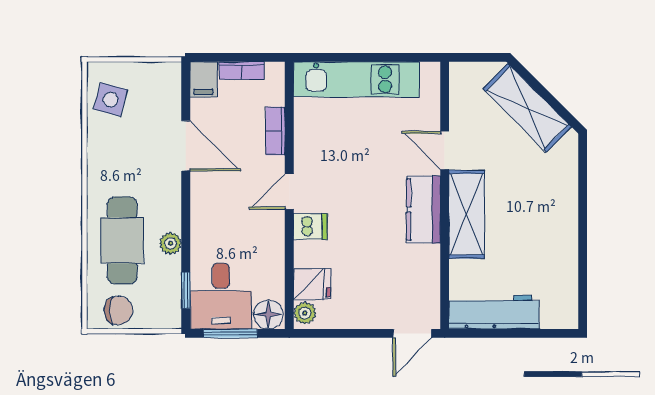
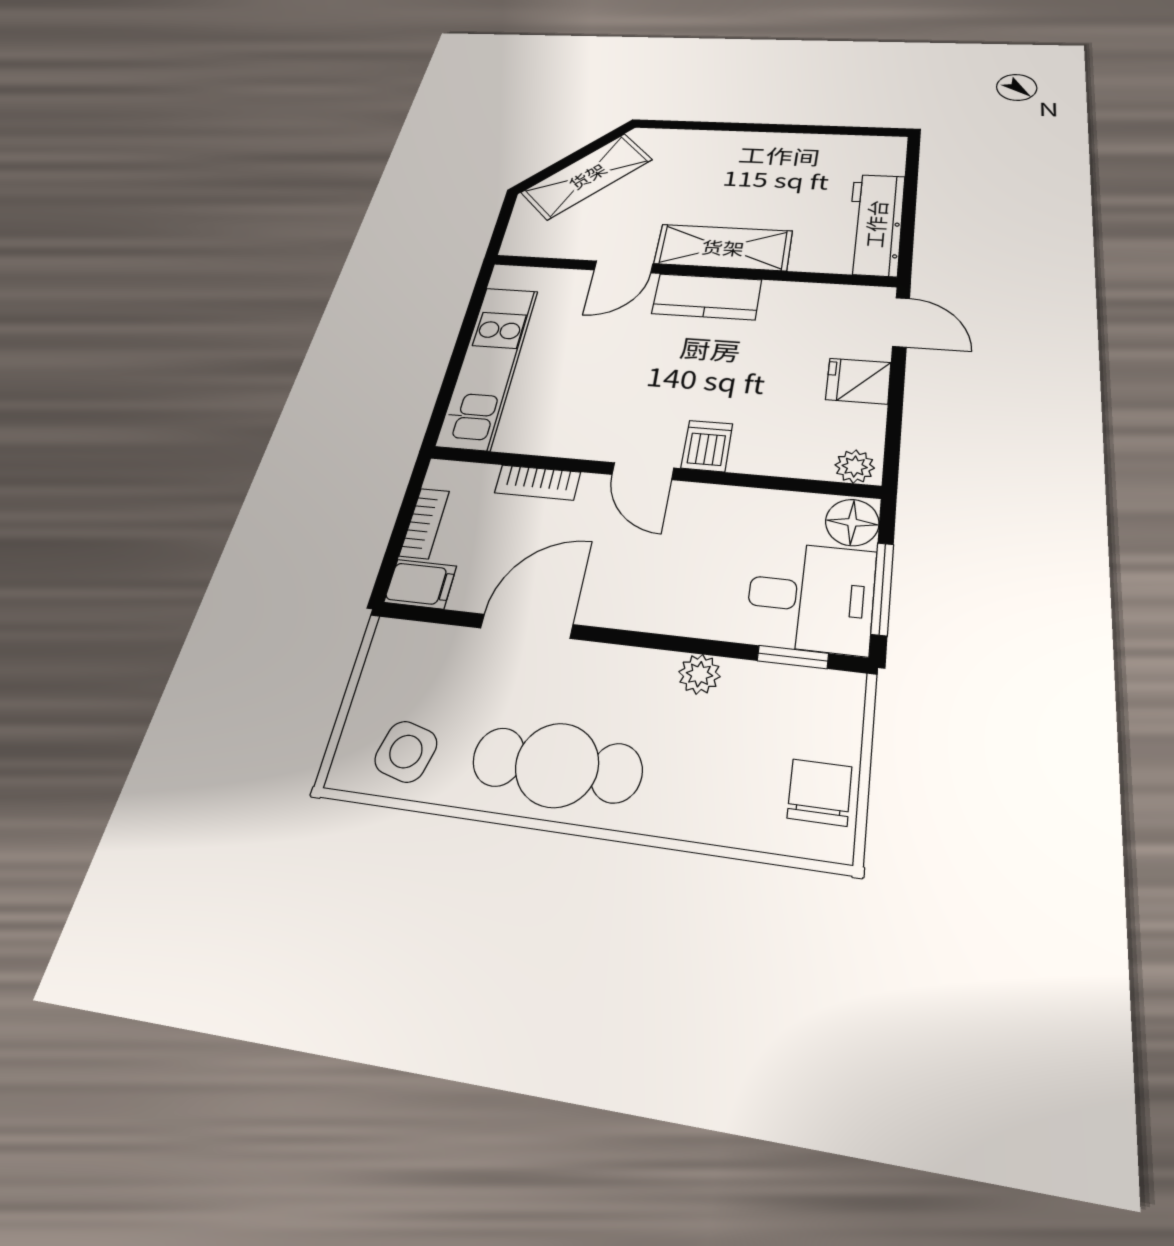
cafe table: (122, 240) -> (557, 765), moved
fridge: (312, 284) -> (858, 381), moved, turned -90

